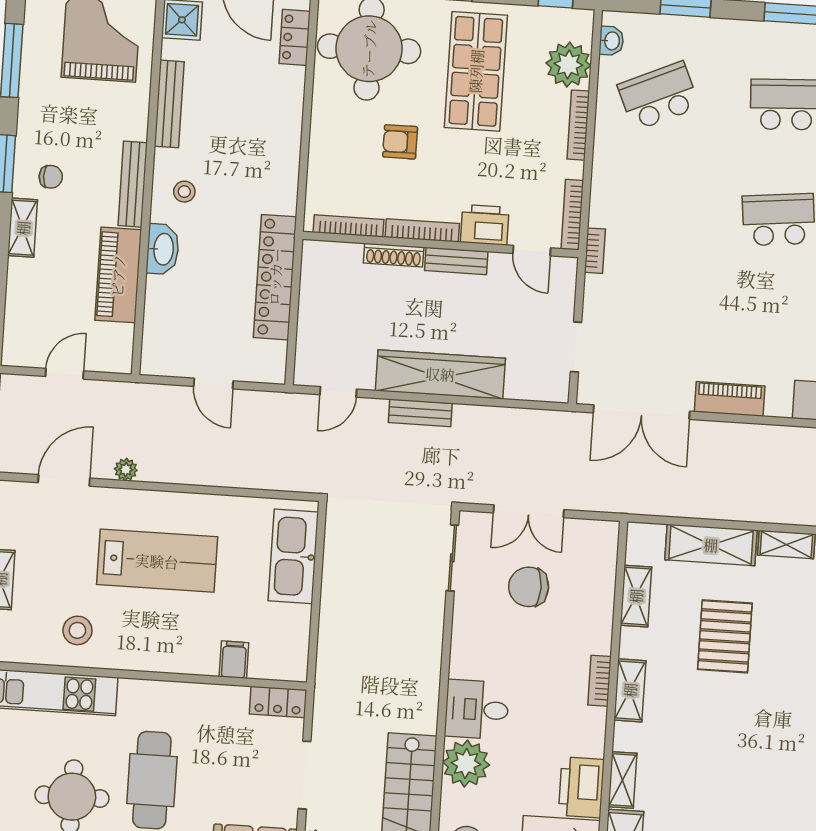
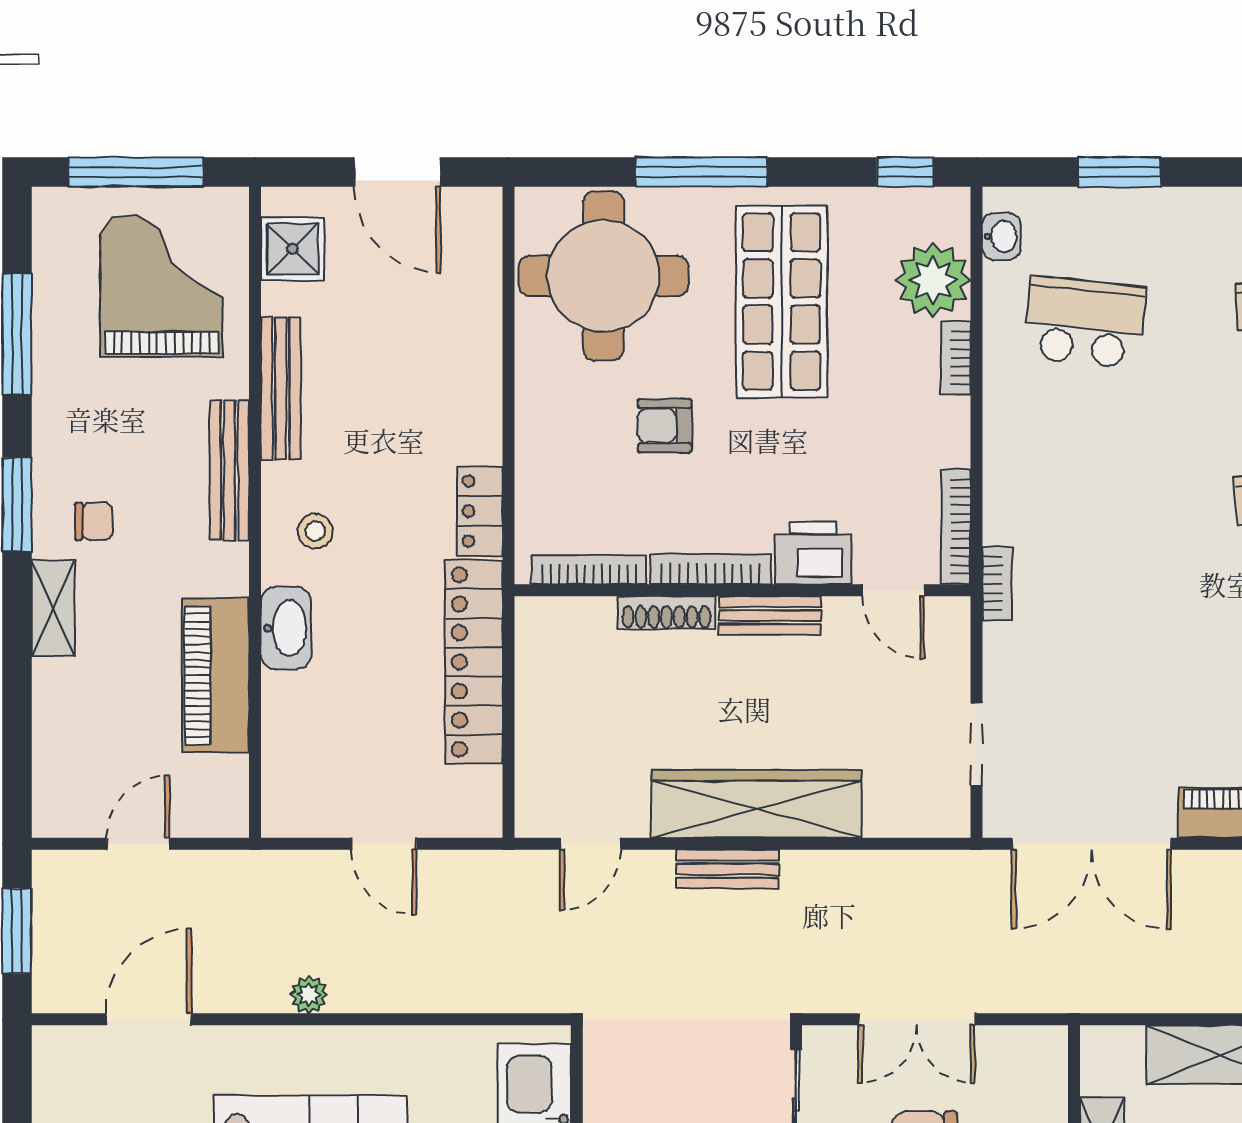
locker: (295, 37) -> (480, 511), moved
school desk: (658, 96) -> (1085, 322), turned 30
bookcase: (578, 125) -> (956, 358), width x0.64
bench: (133, 184) -> (229, 470), moved
plant: (126, 469) -> (309, 995), moved

